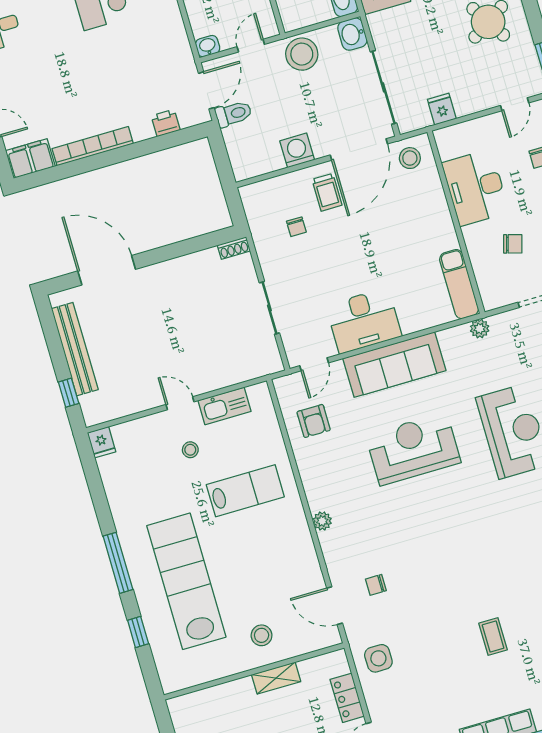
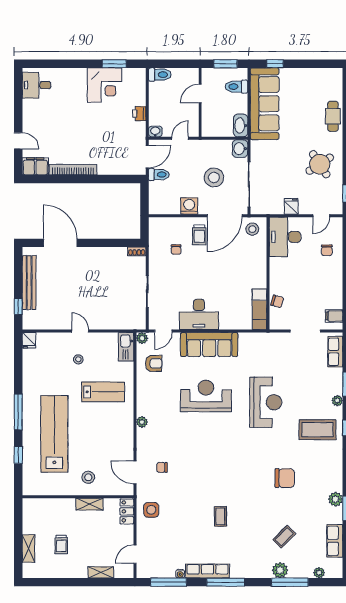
stool: (302, 54) -> (214, 177), moved
fridge: (442, 109) -> (291, 206), moved
printer: (166, 123) -> (139, 114), moved, turned -90
desk: (476, 188) -> (285, 237), moved
chair: (513, 244) -> (277, 301), moved
plant: (480, 329) -> (142, 338), moved
kitchen sink: (224, 406) -> (126, 347), moved, turned 90
armchair: (314, 421) -> (154, 363), turned -90
locker: (347, 698) -> (127, 511), moved

